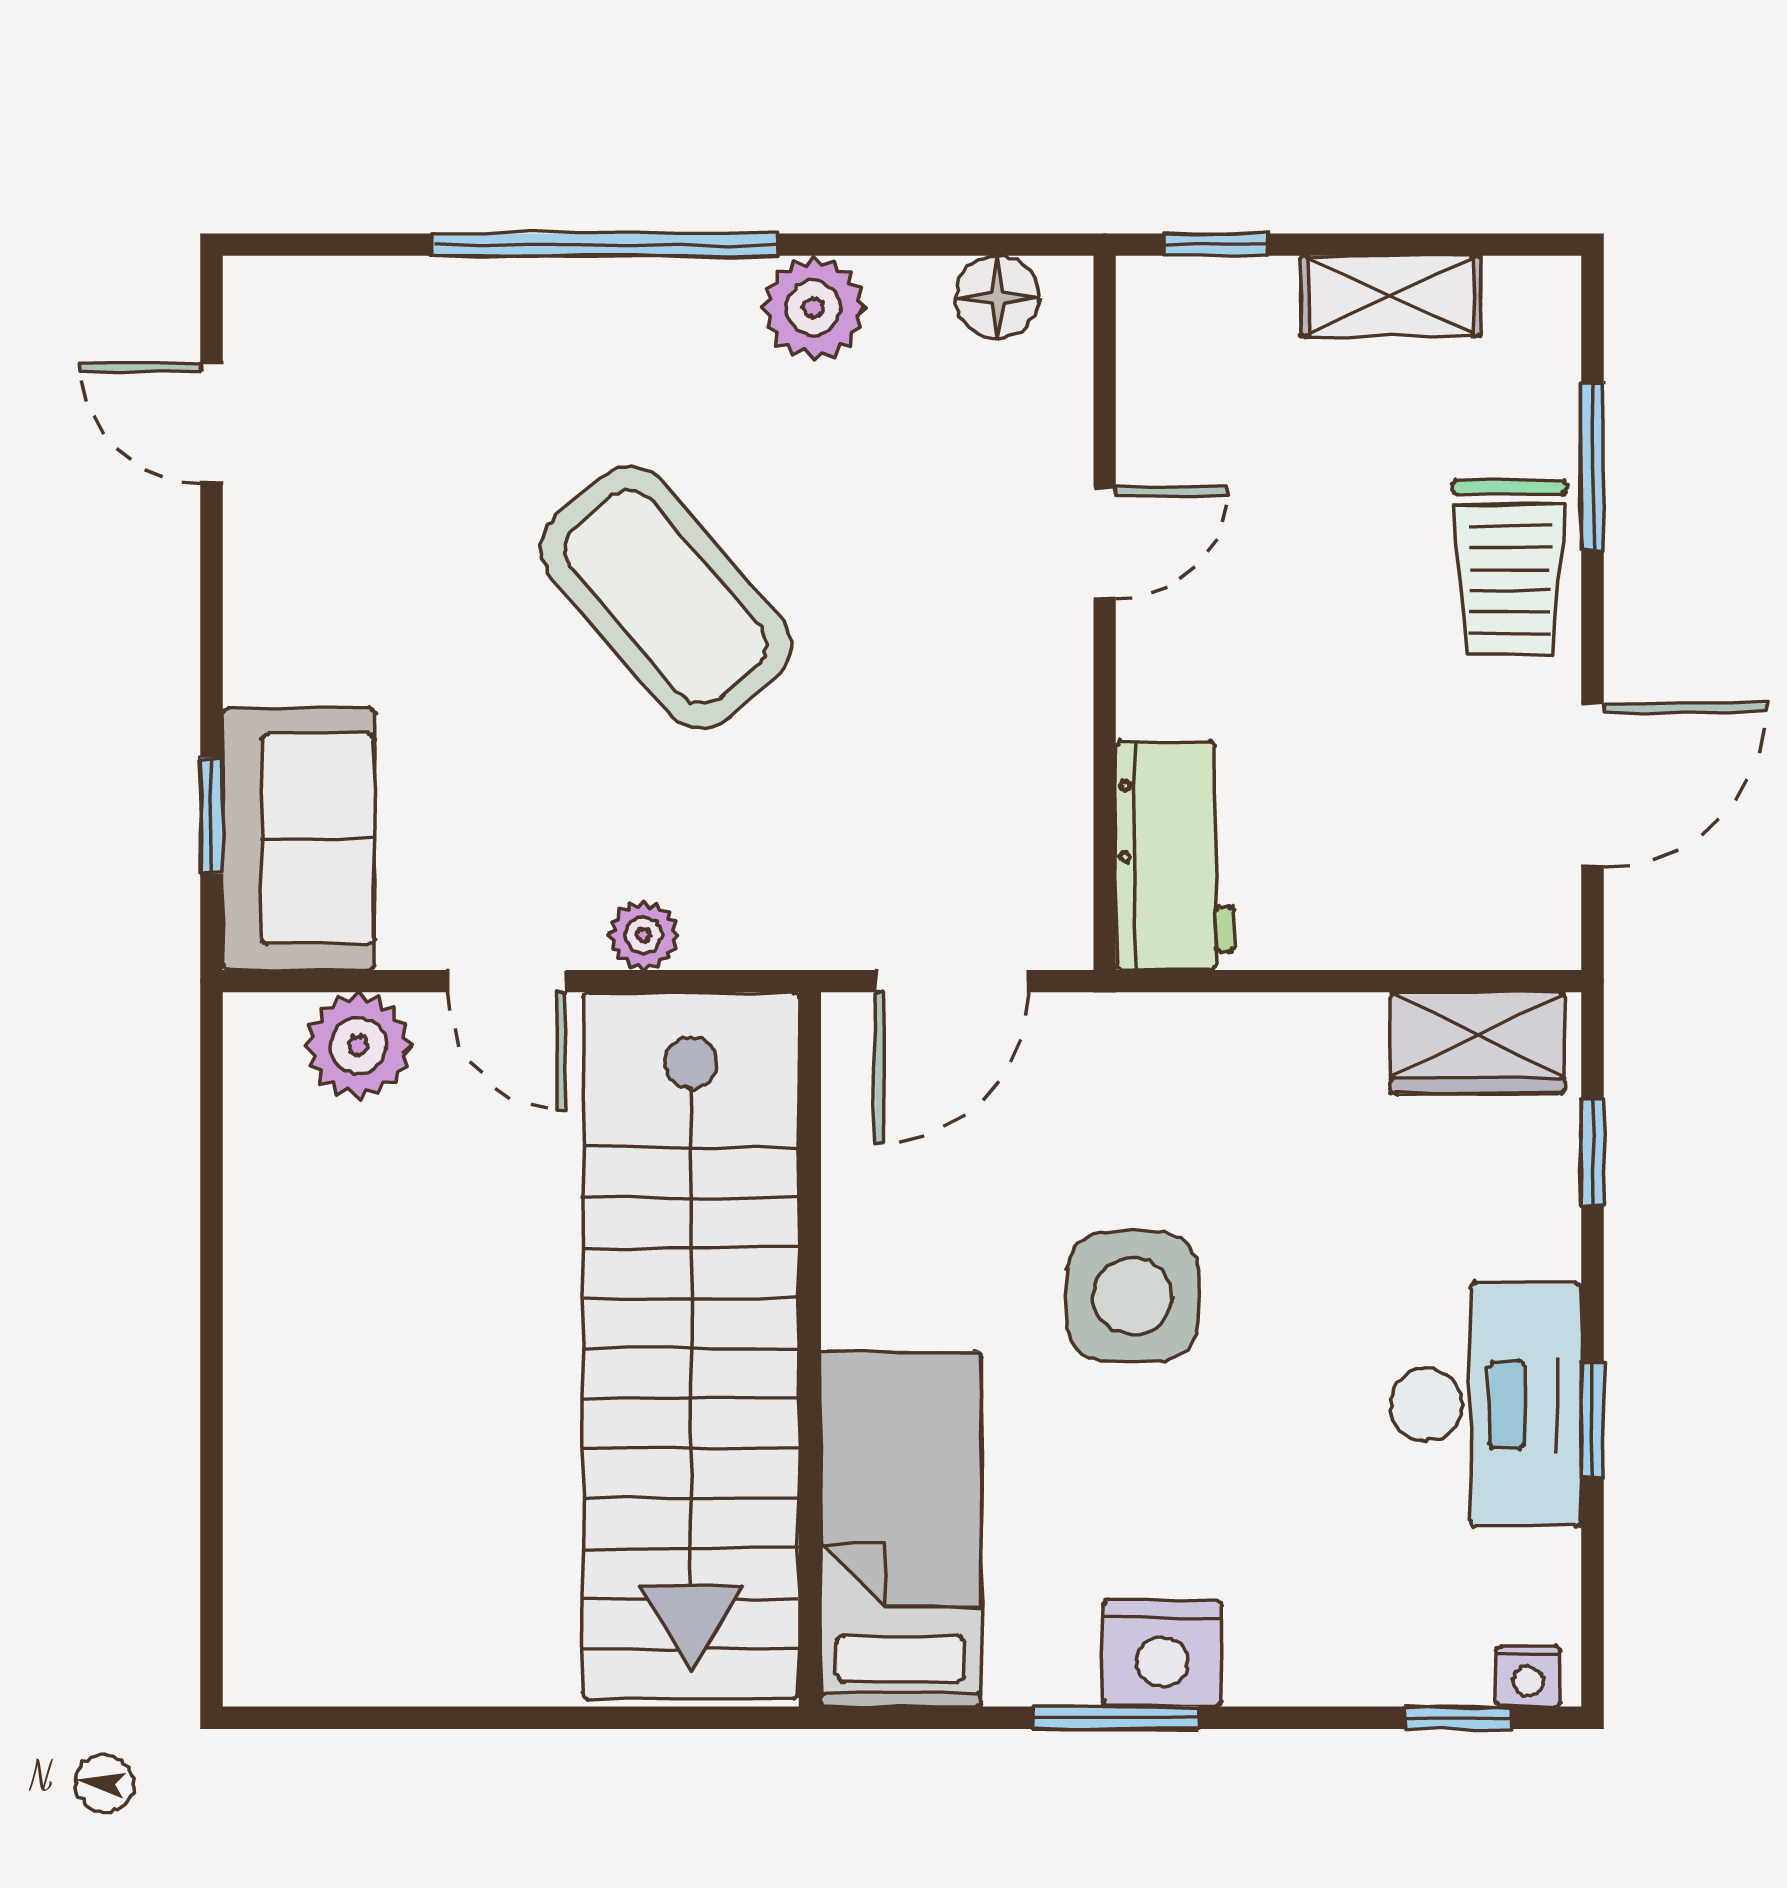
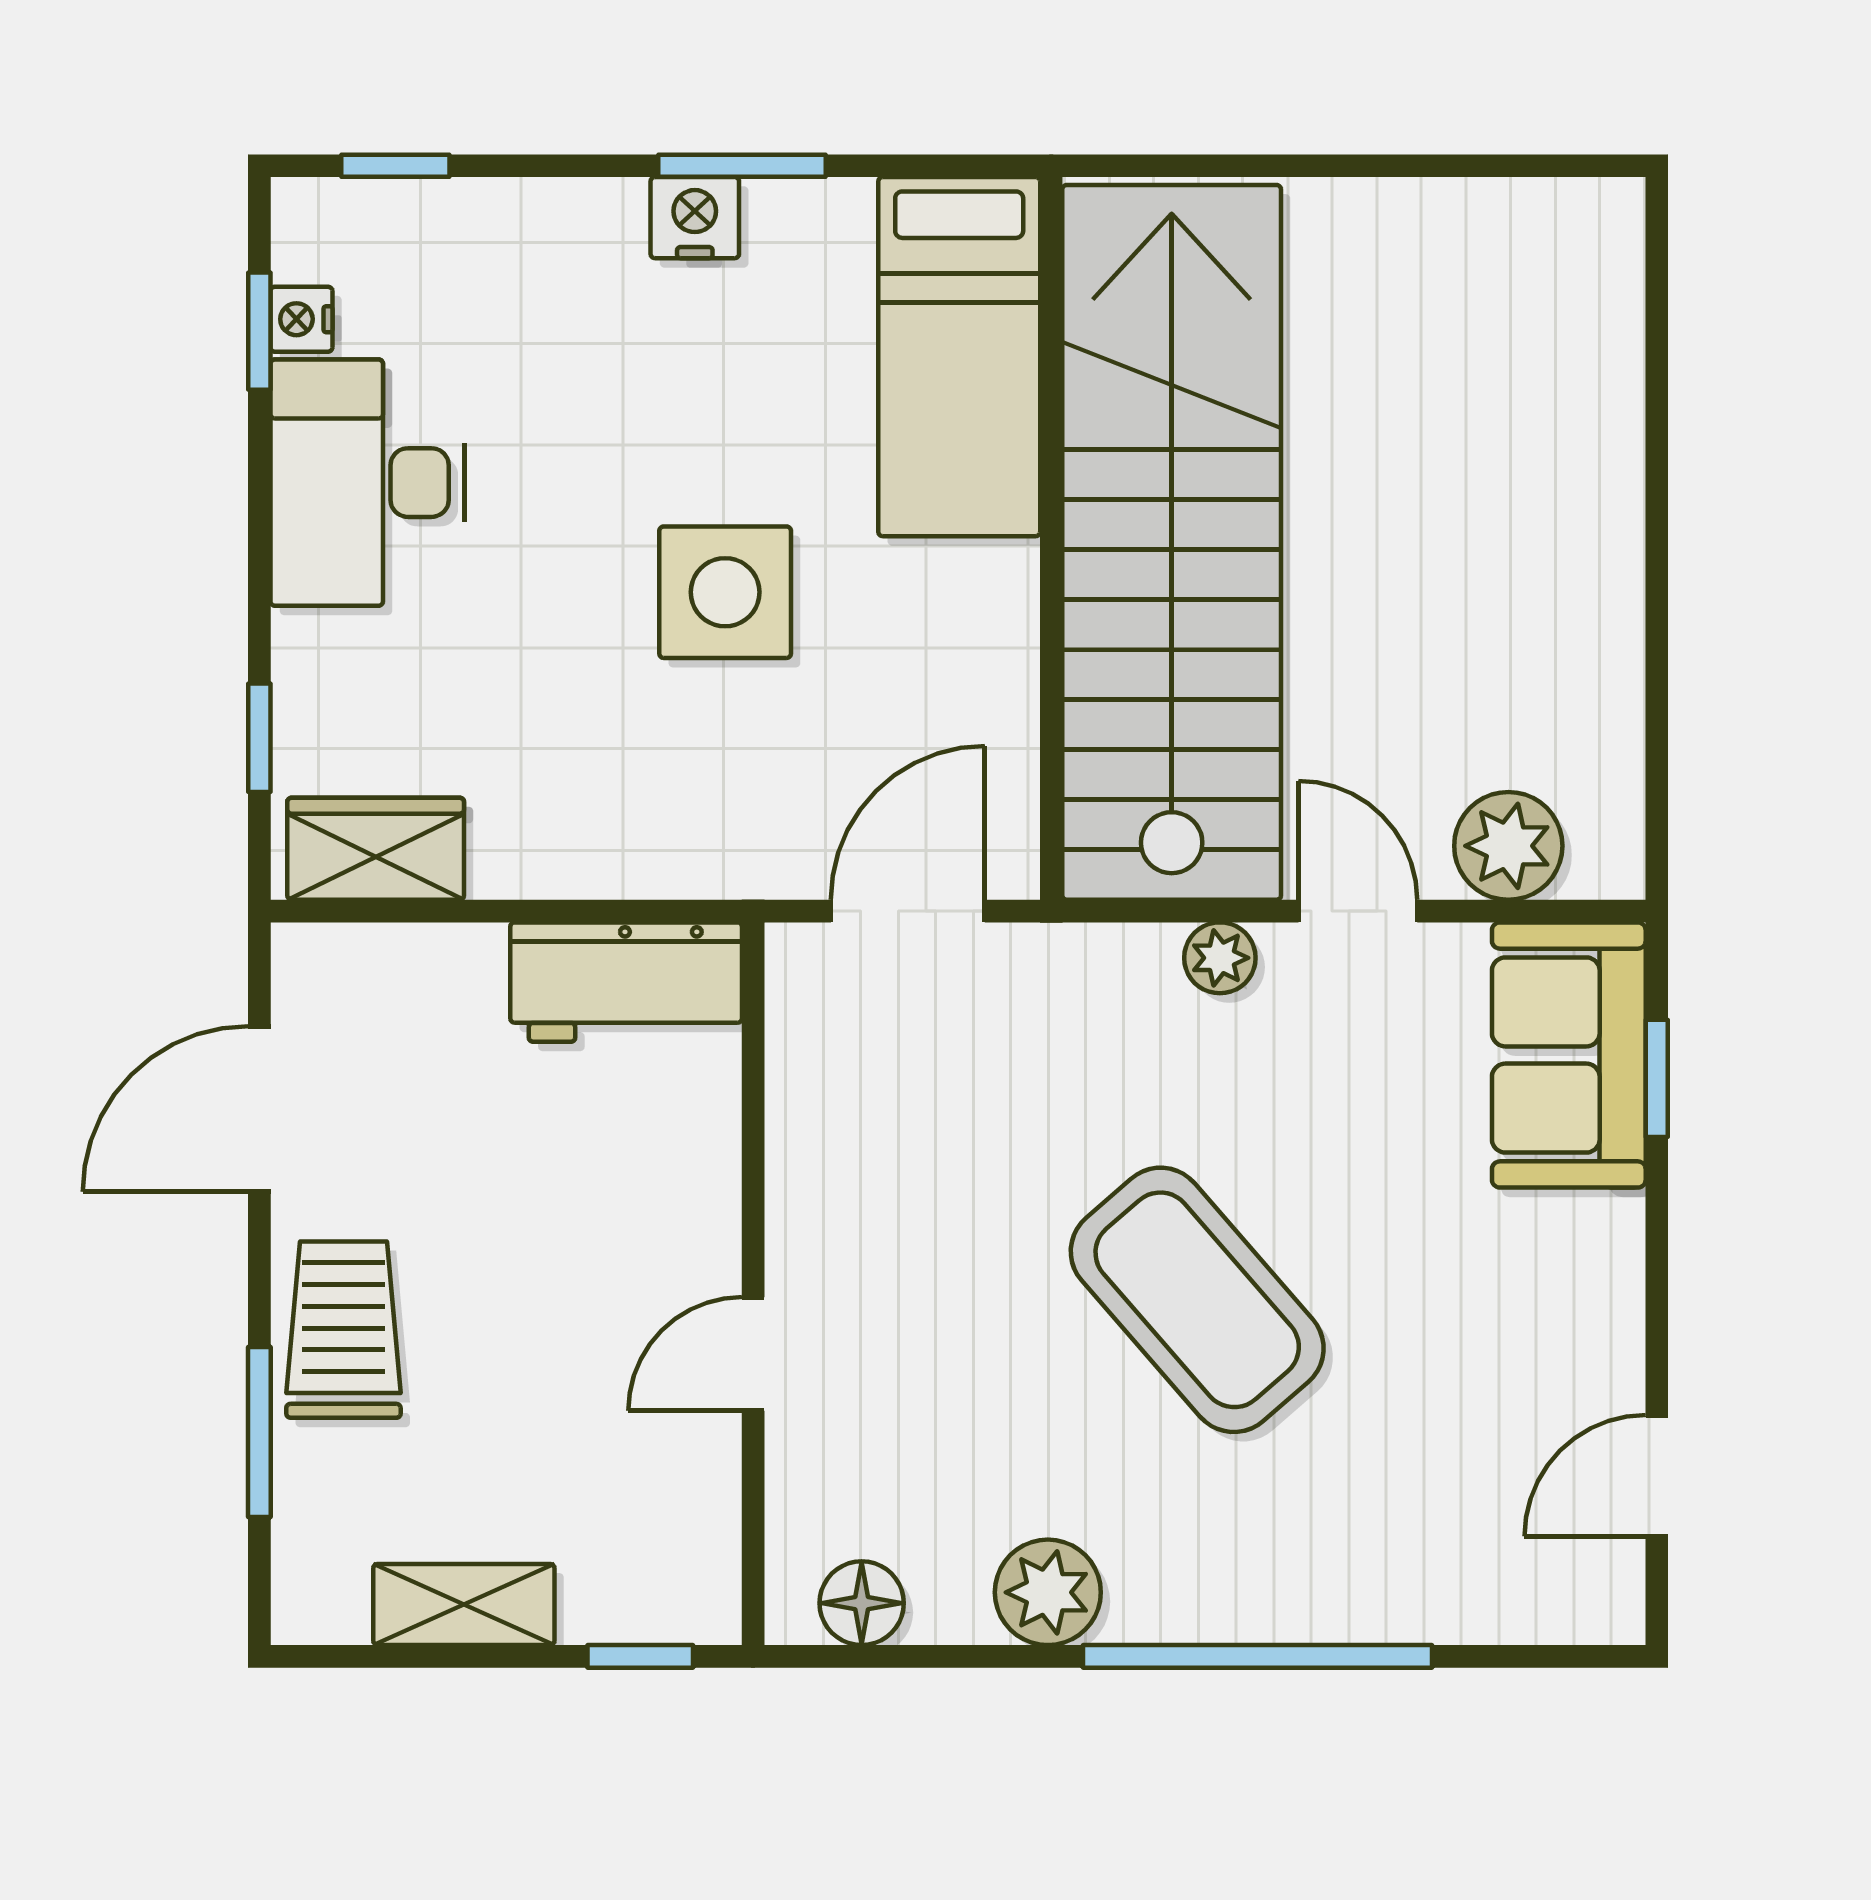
door: (211, 423) -> (1657, 1476), swing flipped
workbench: (1175, 856) -> (626, 982), moved, turned -90
window: (1593, 1420) -> (259, 331), moved
nightstand: (1162, 1653) -> (695, 218), width x0.74, depth x0.75
nightstand: (1528, 1676) -> (301, 319), moved, turned -90

